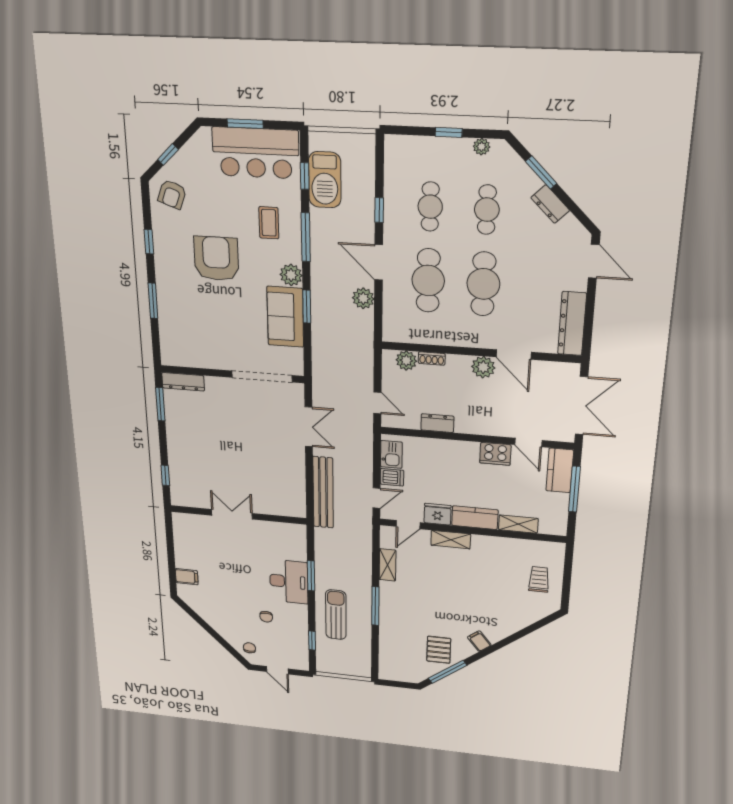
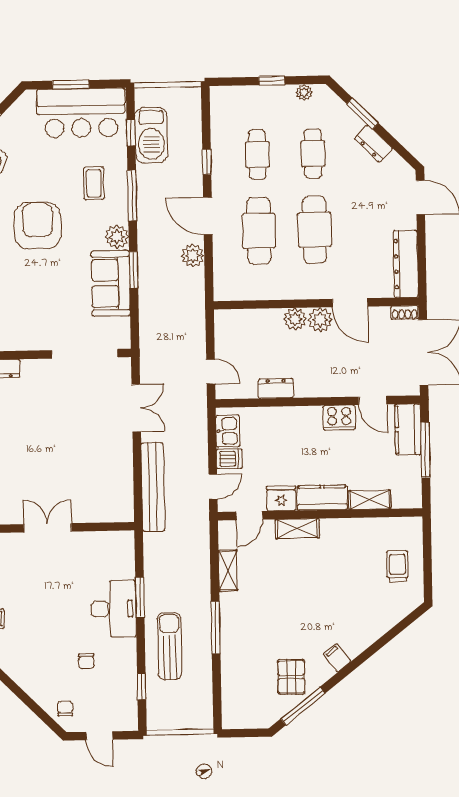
shoe rack: (432, 358) -> (405, 313), moved
plant: (406, 360) -> (295, 319), moved

